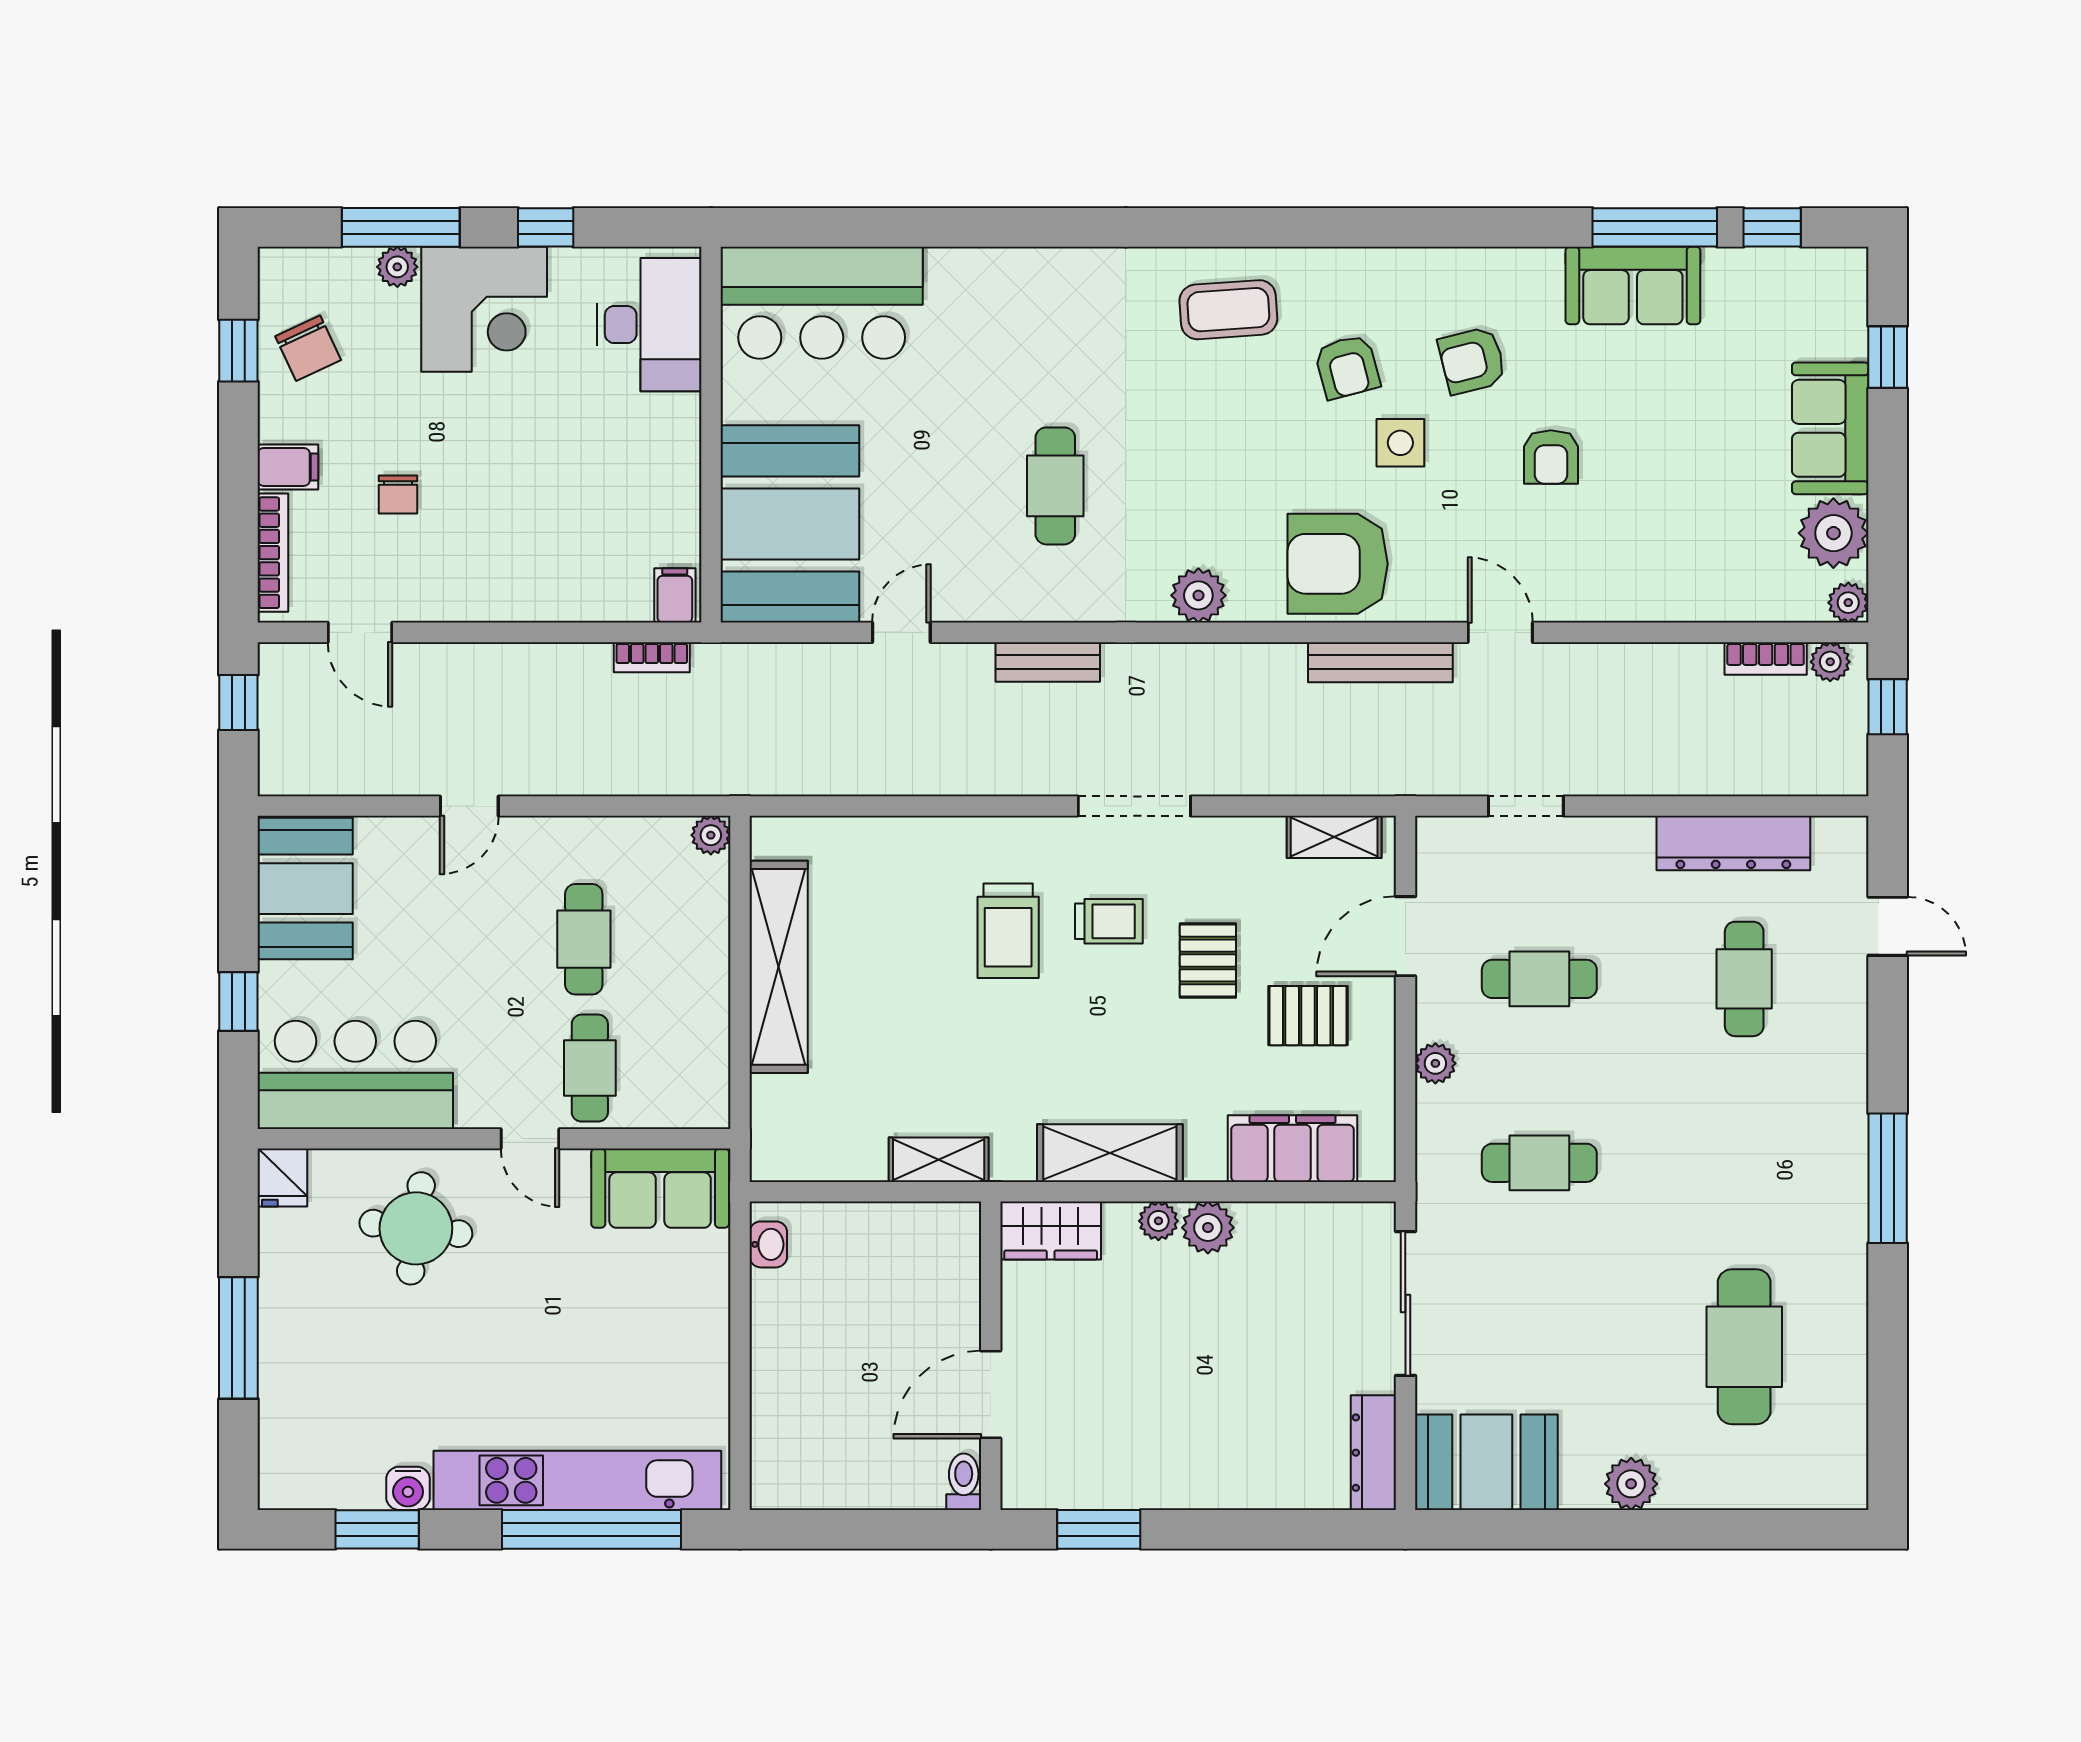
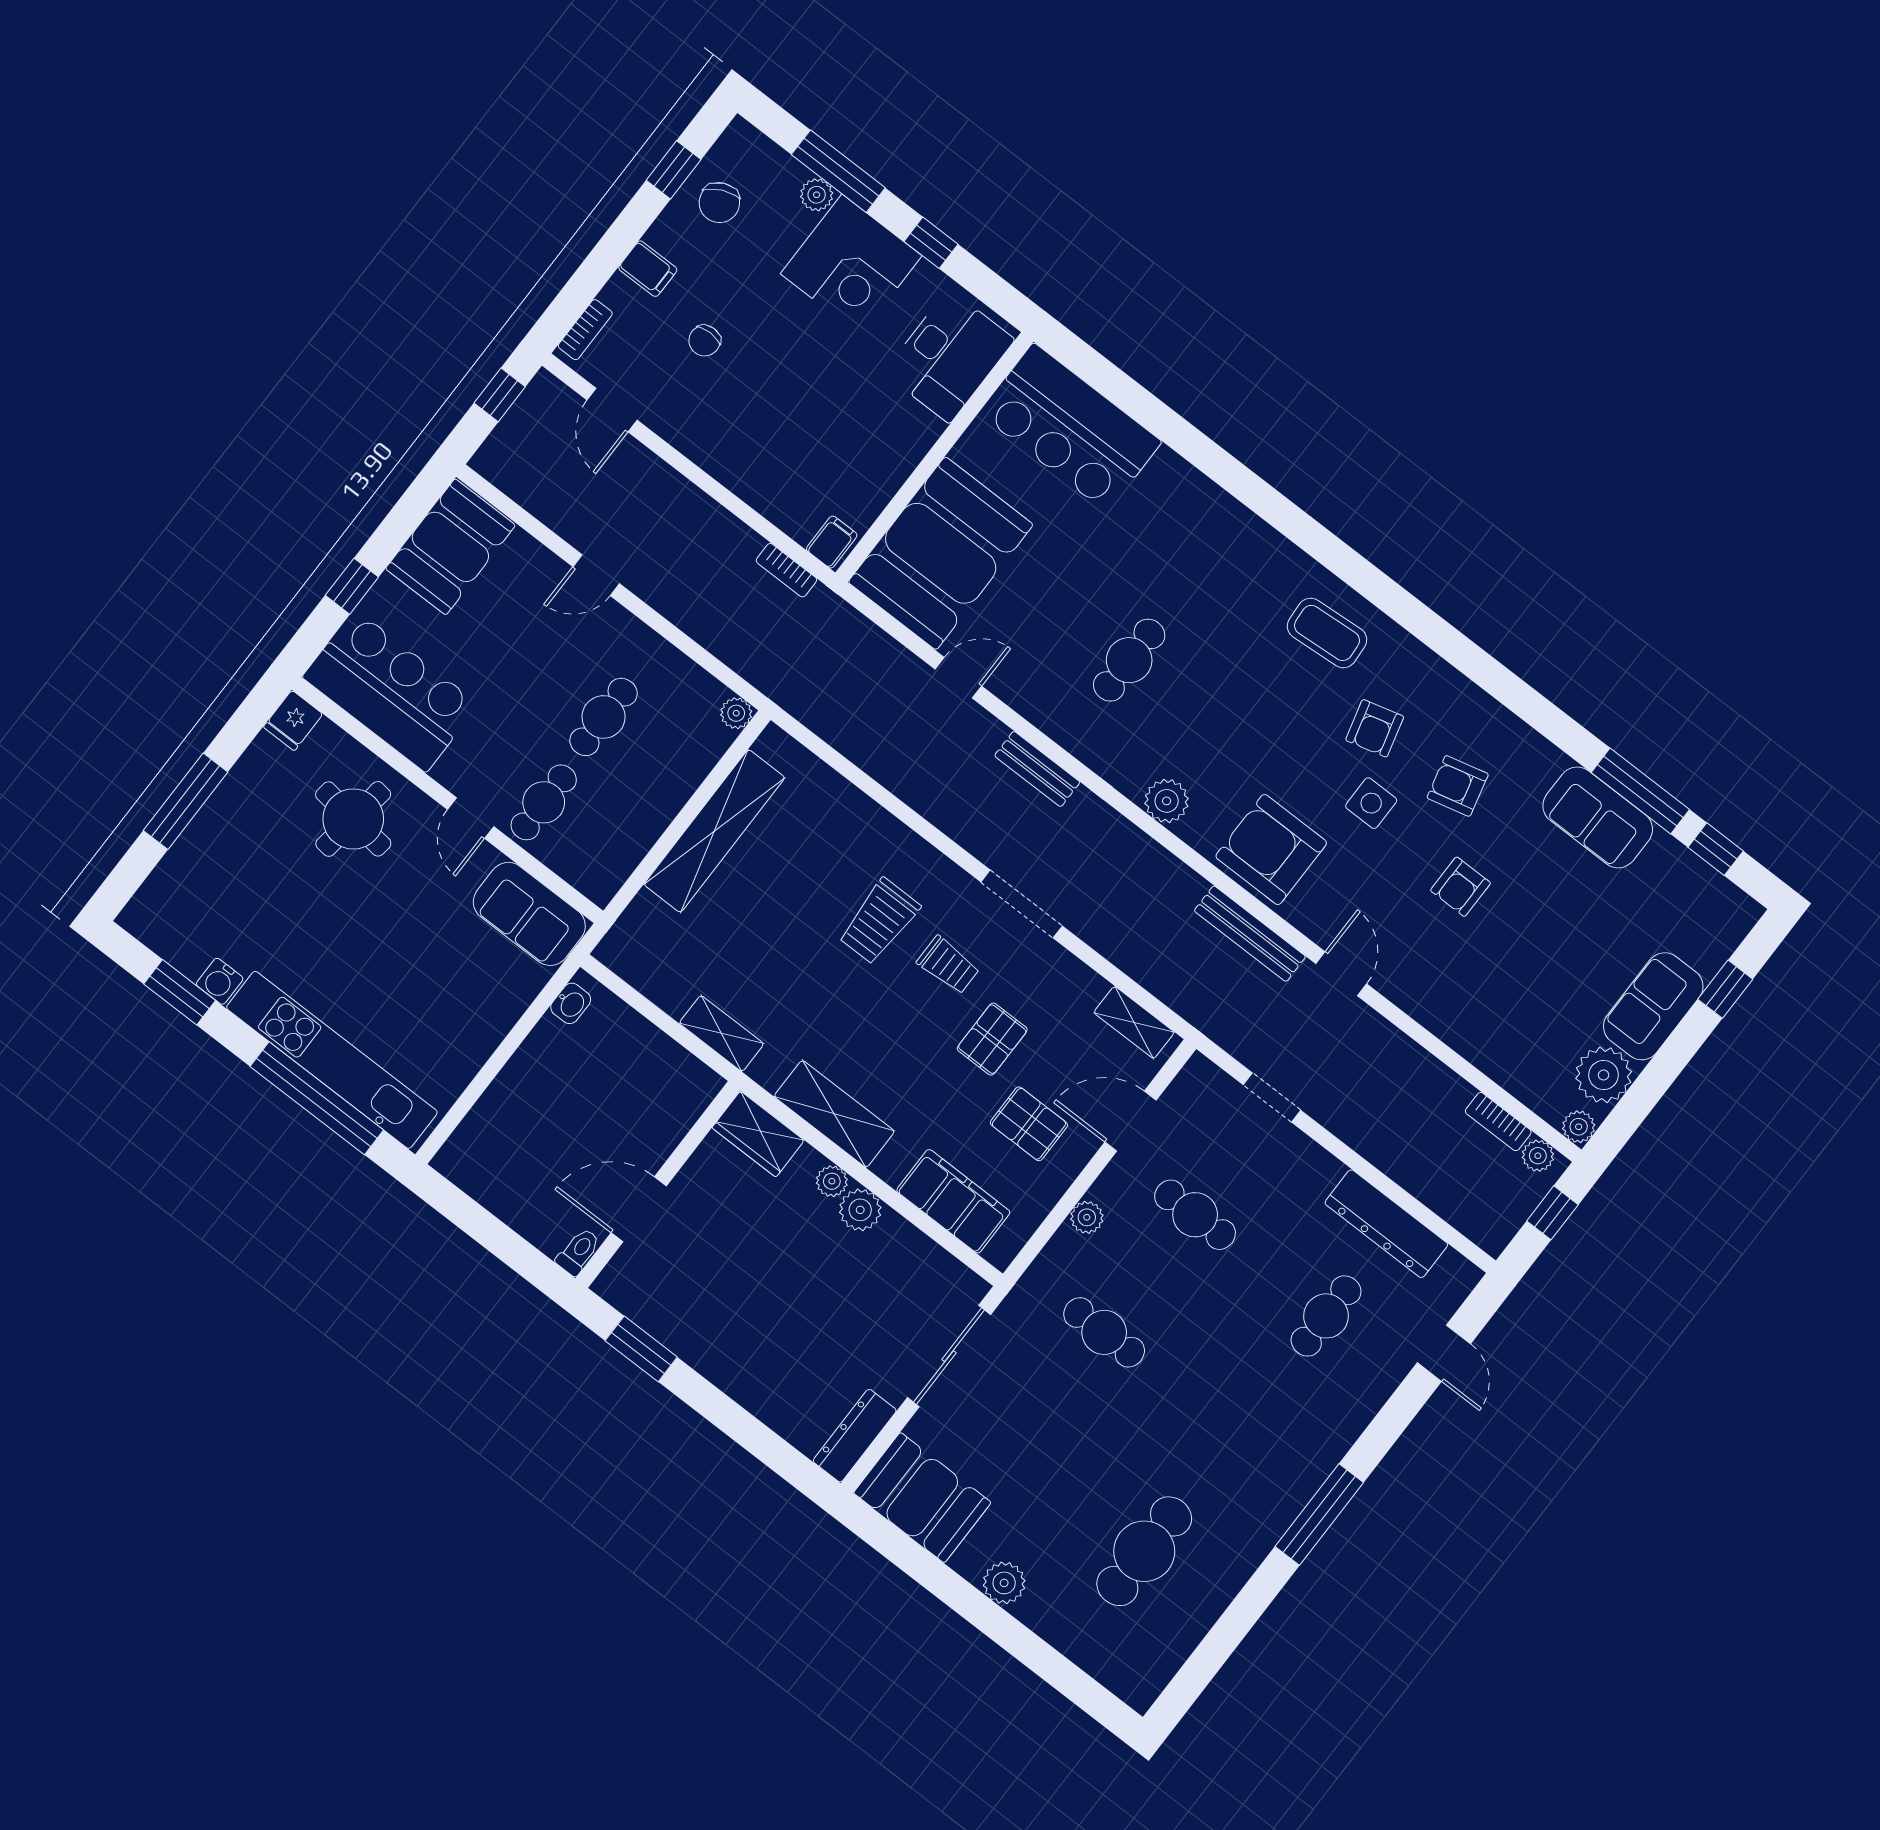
bookcase: (273, 553) -> (585, 330), width x0.64

